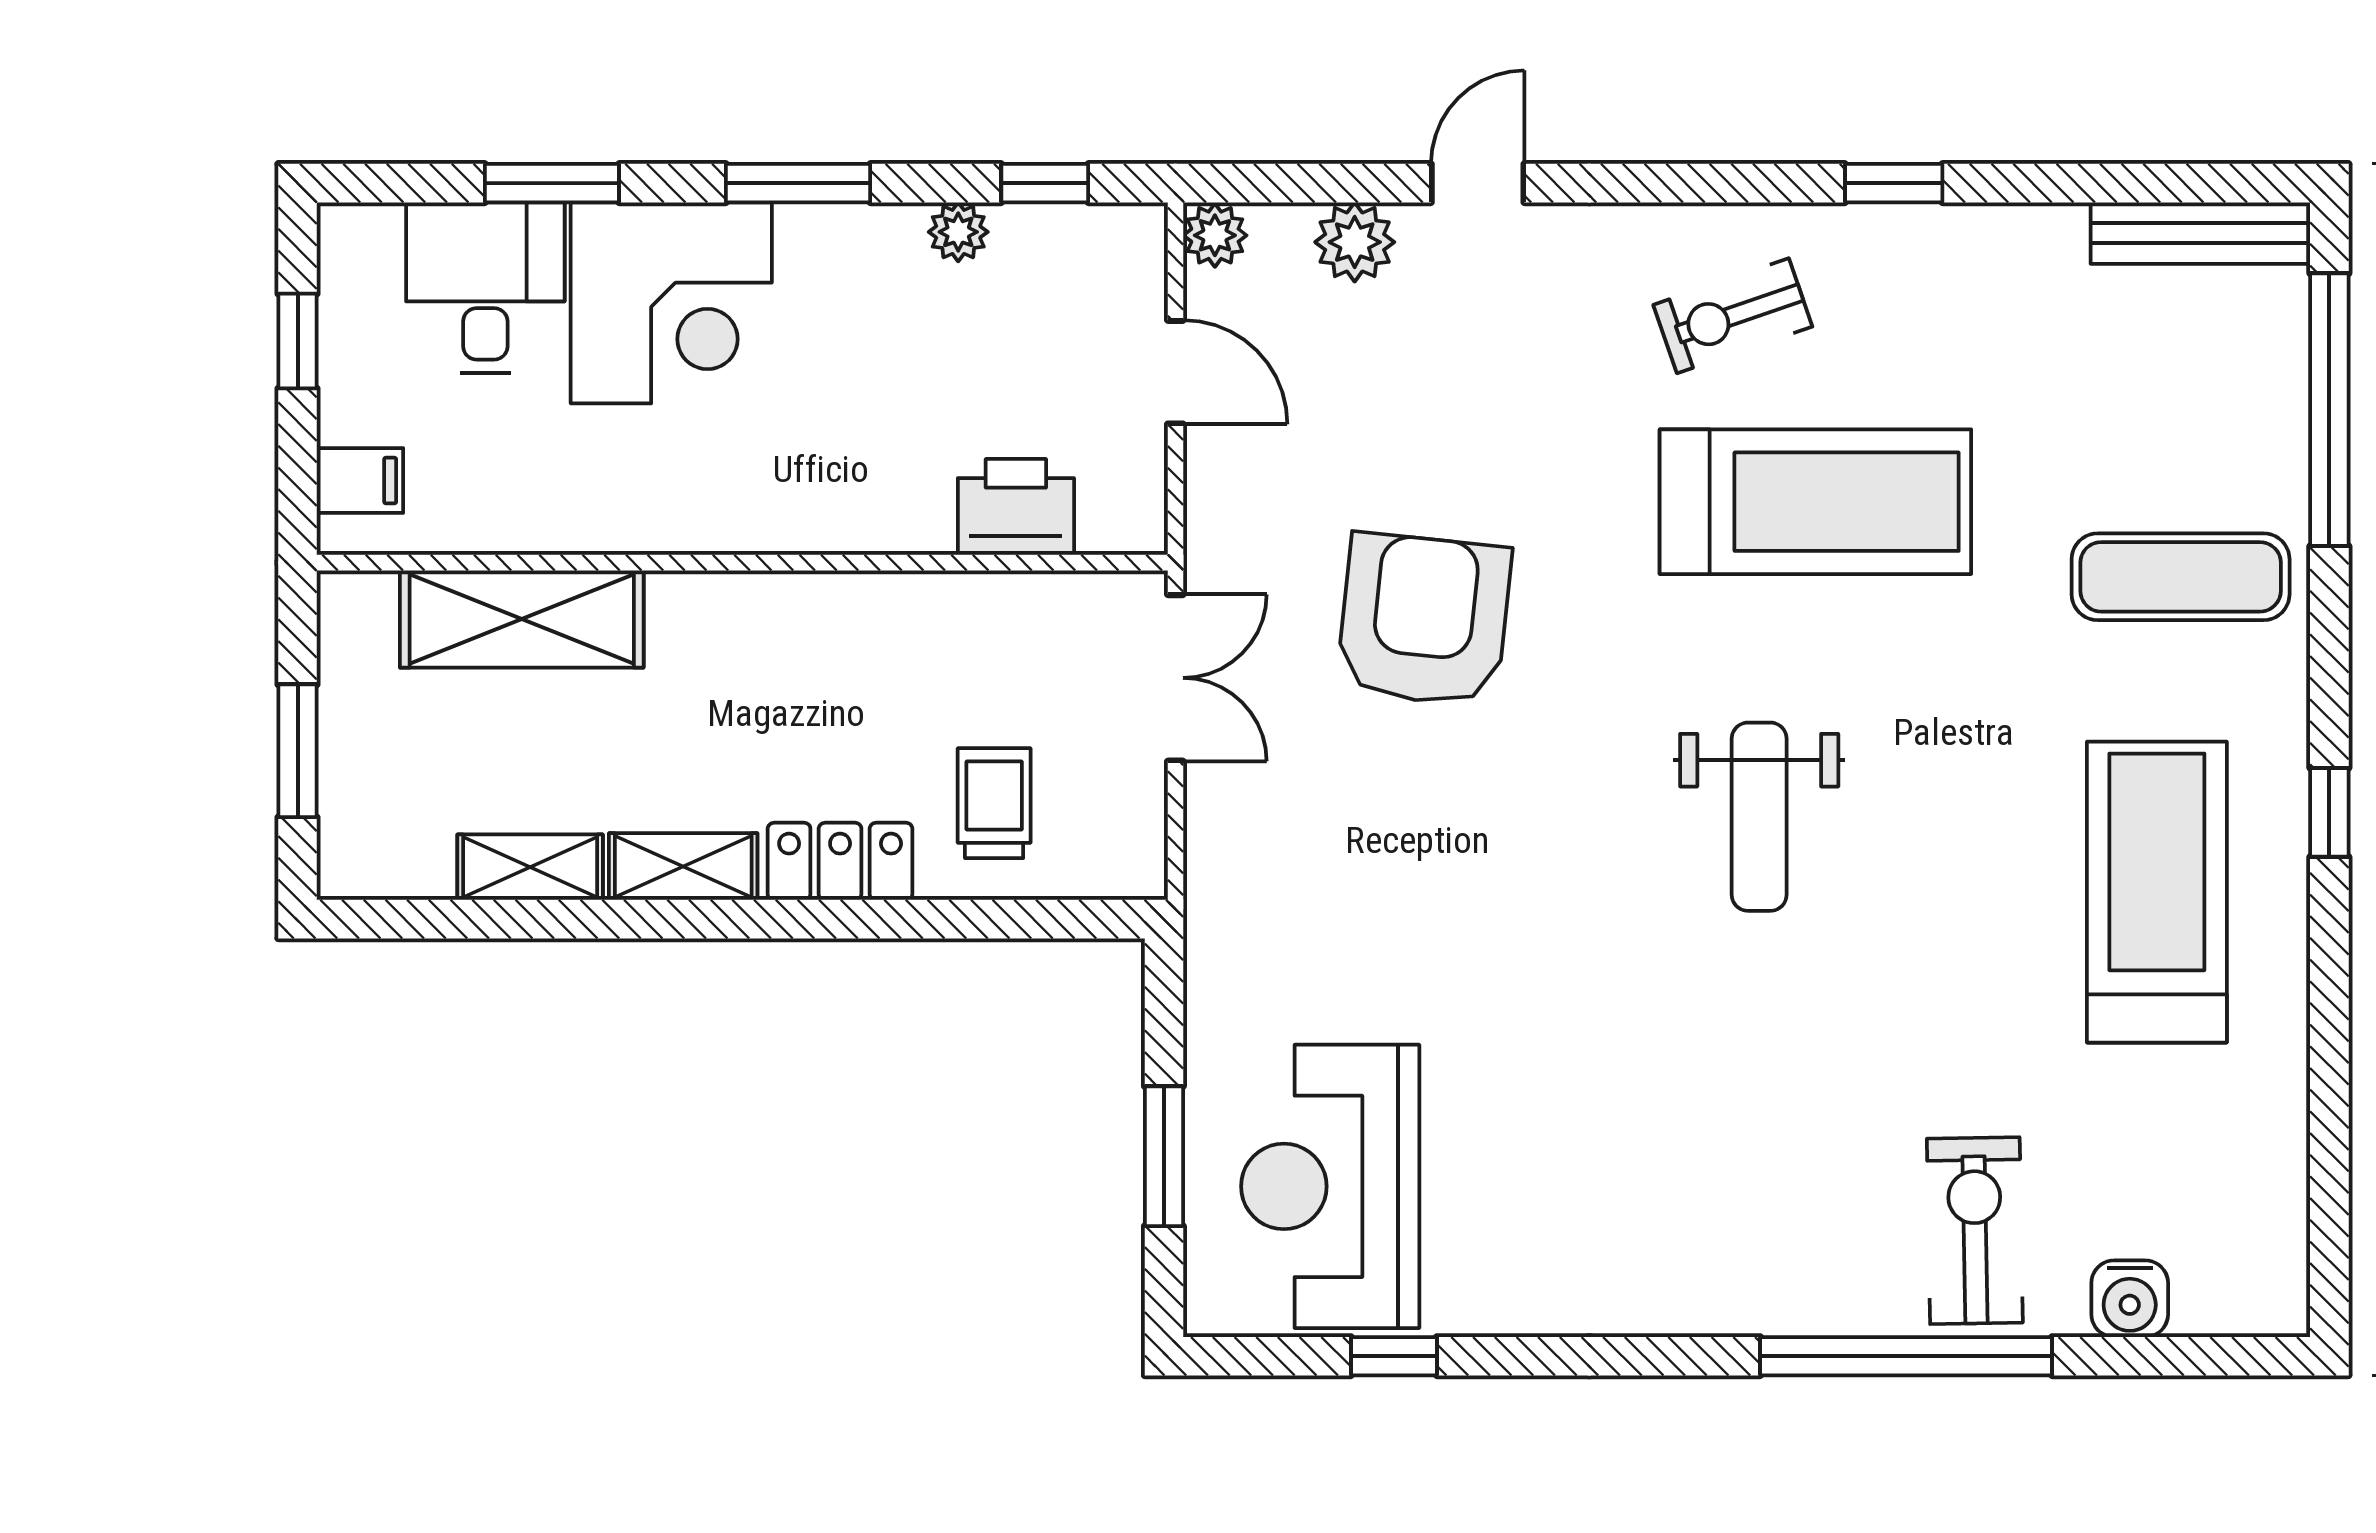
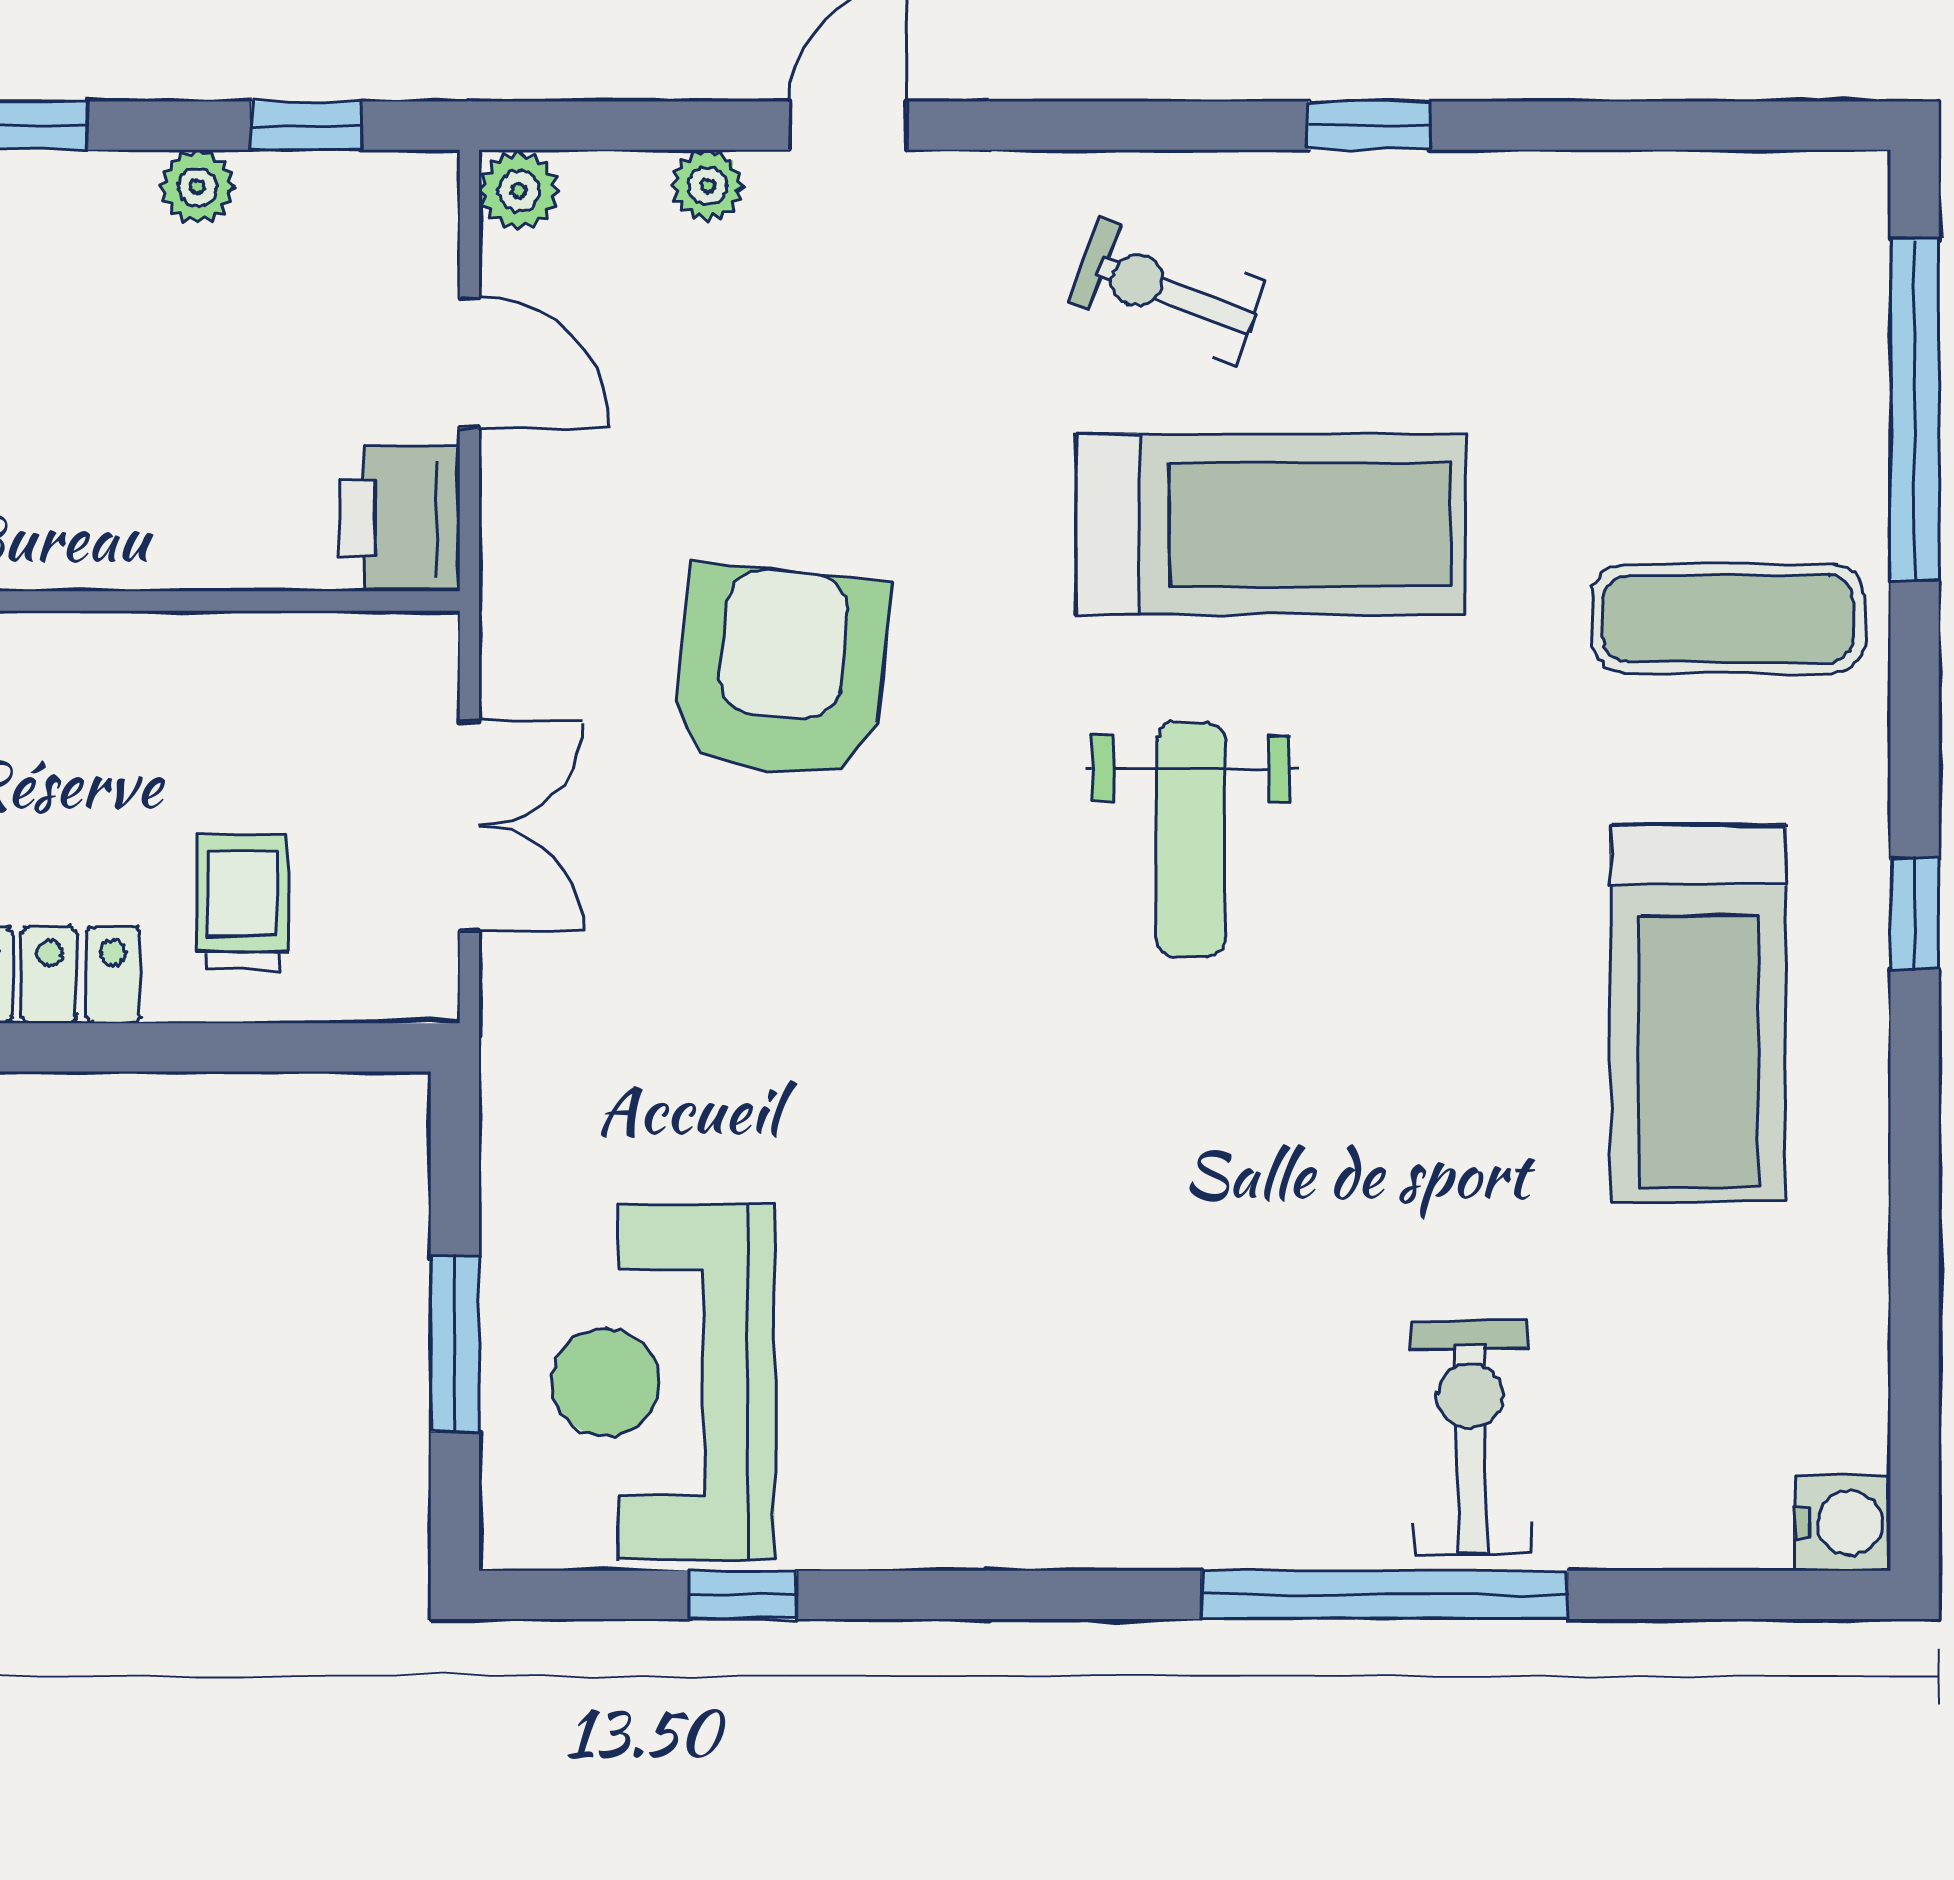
bench: (2200, 233) -> (1753, 188), removed
plant: (1355, 242) -> (707, 186), width x0.73, depth x0.73
exercise bike: (1733, 316) -> (1167, 292), turned 40
printer: (1016, 507) -> (400, 519), moved, turned -90
double door: (1175, 678) -> (469, 826), moved
weight bench: (1759, 817) -> (1191, 840), moved
treadmill: (2157, 892) -> (1699, 1013), turned 180
water cooler: (2130, 1299) -> (1843, 1523), moved, turned -90

